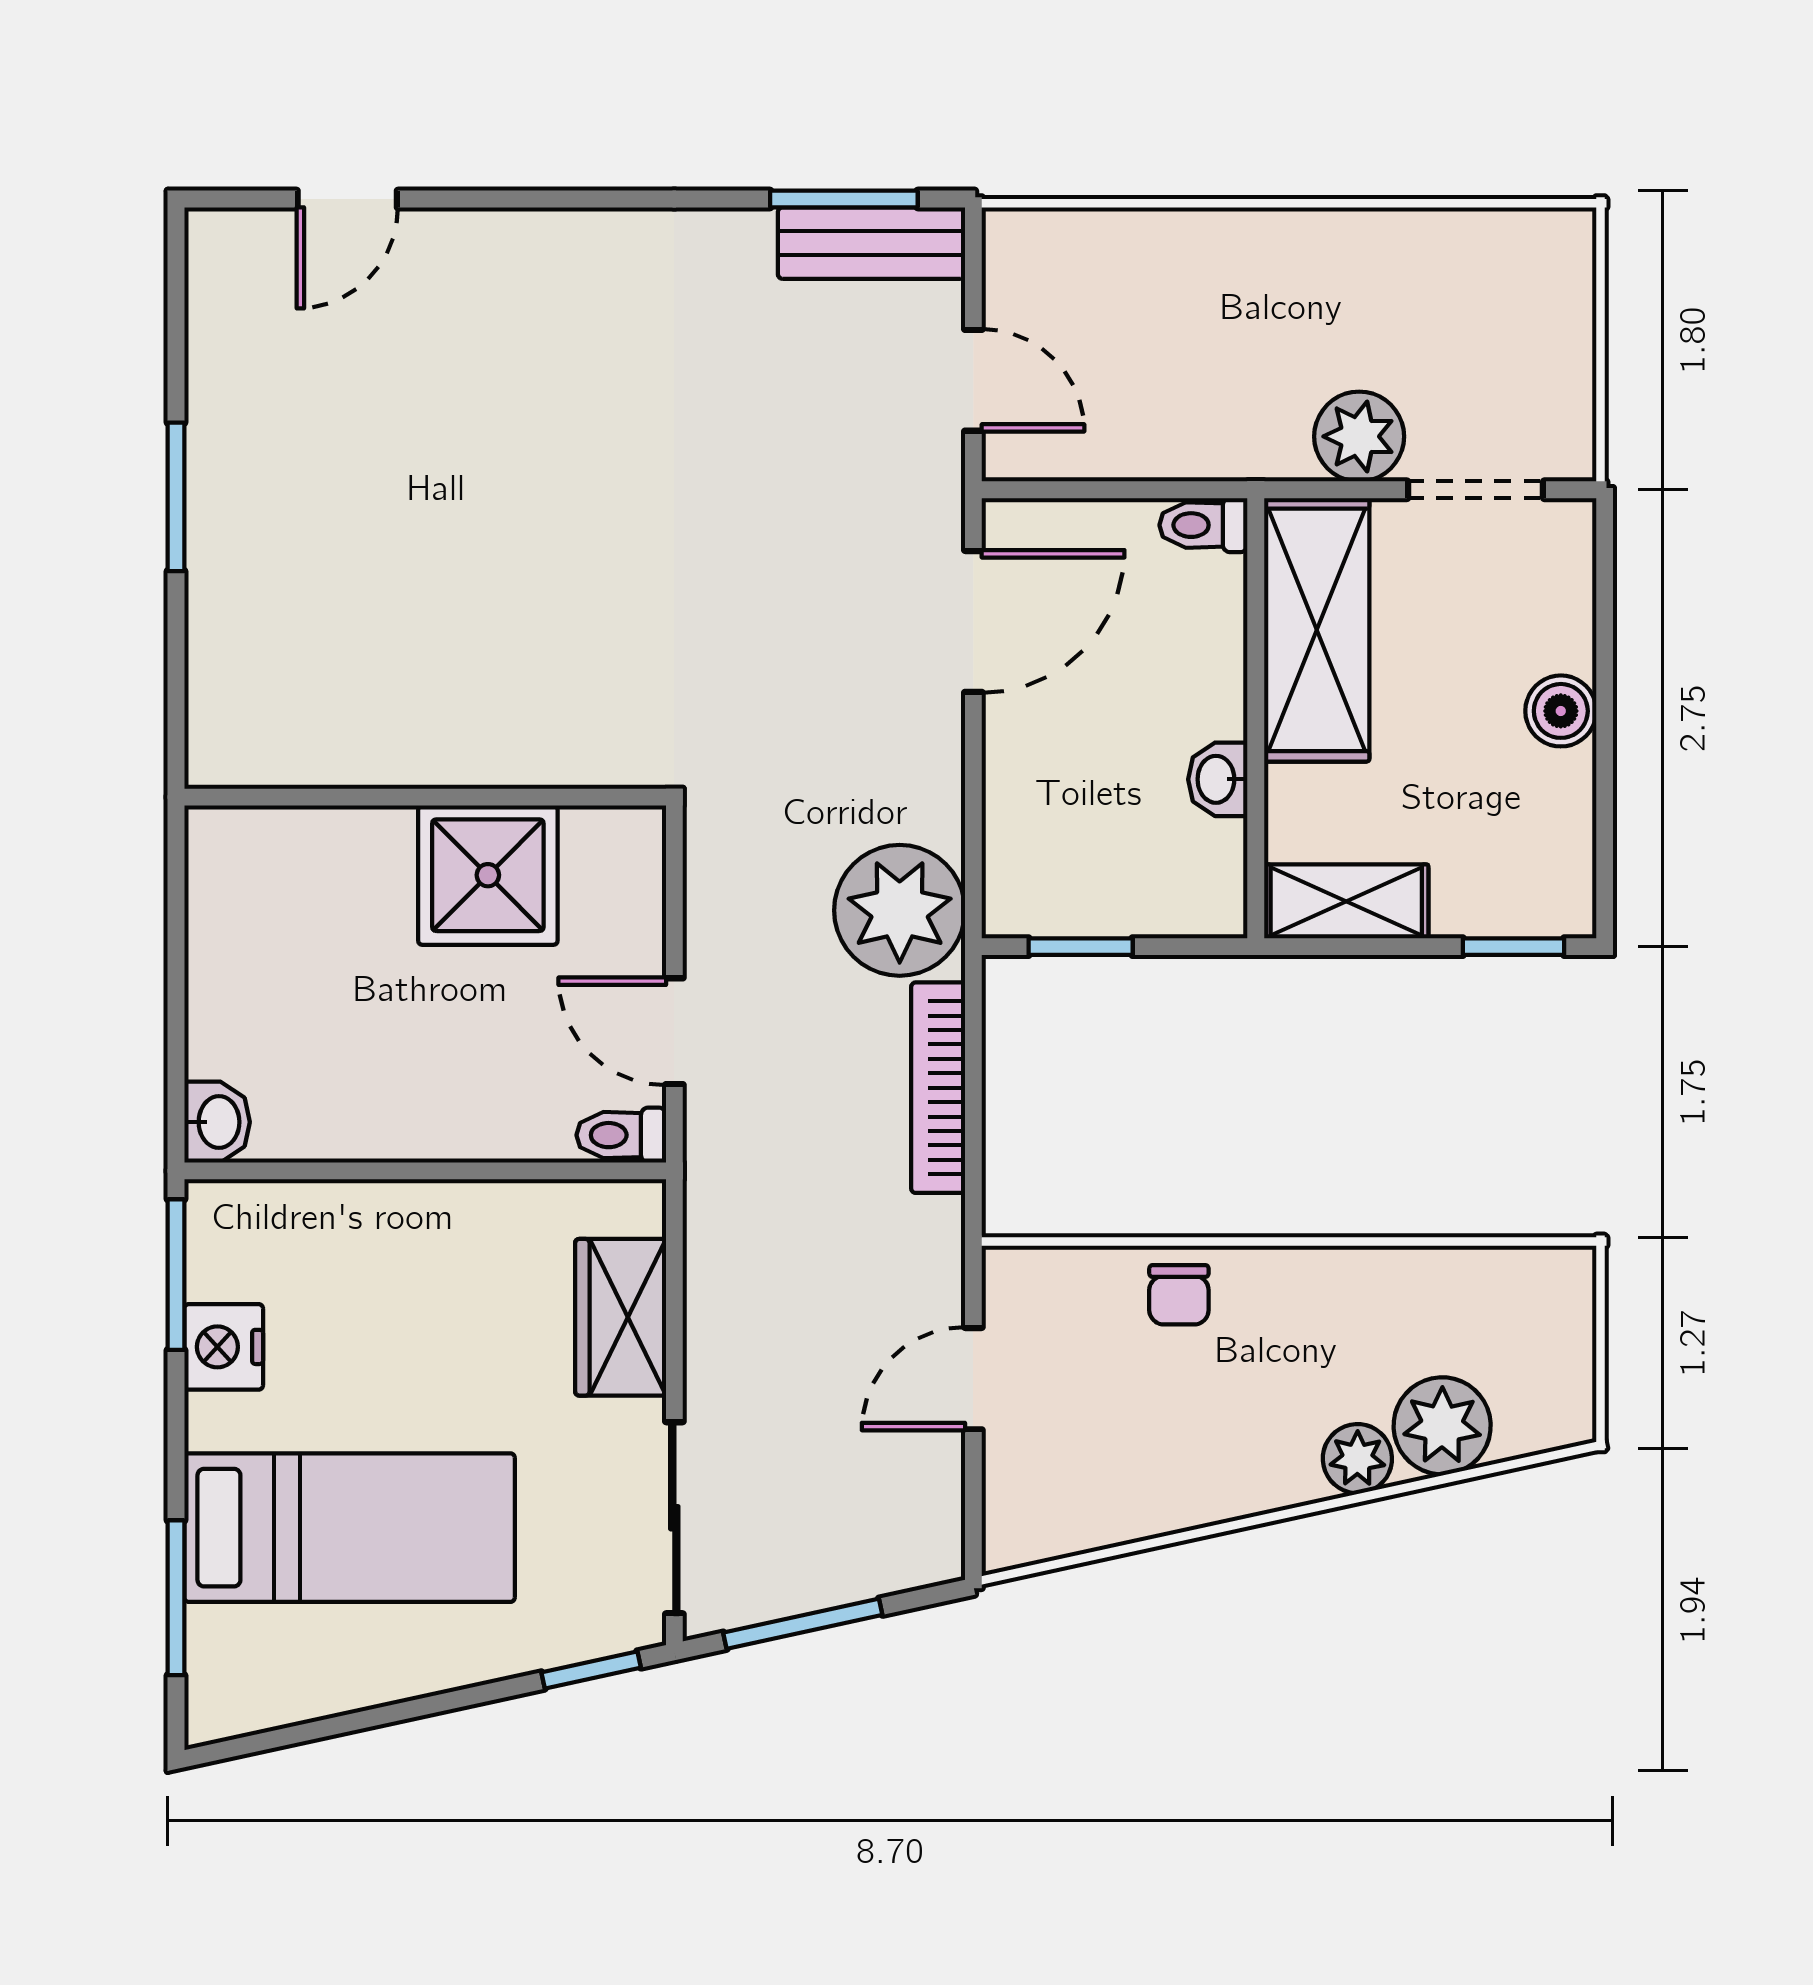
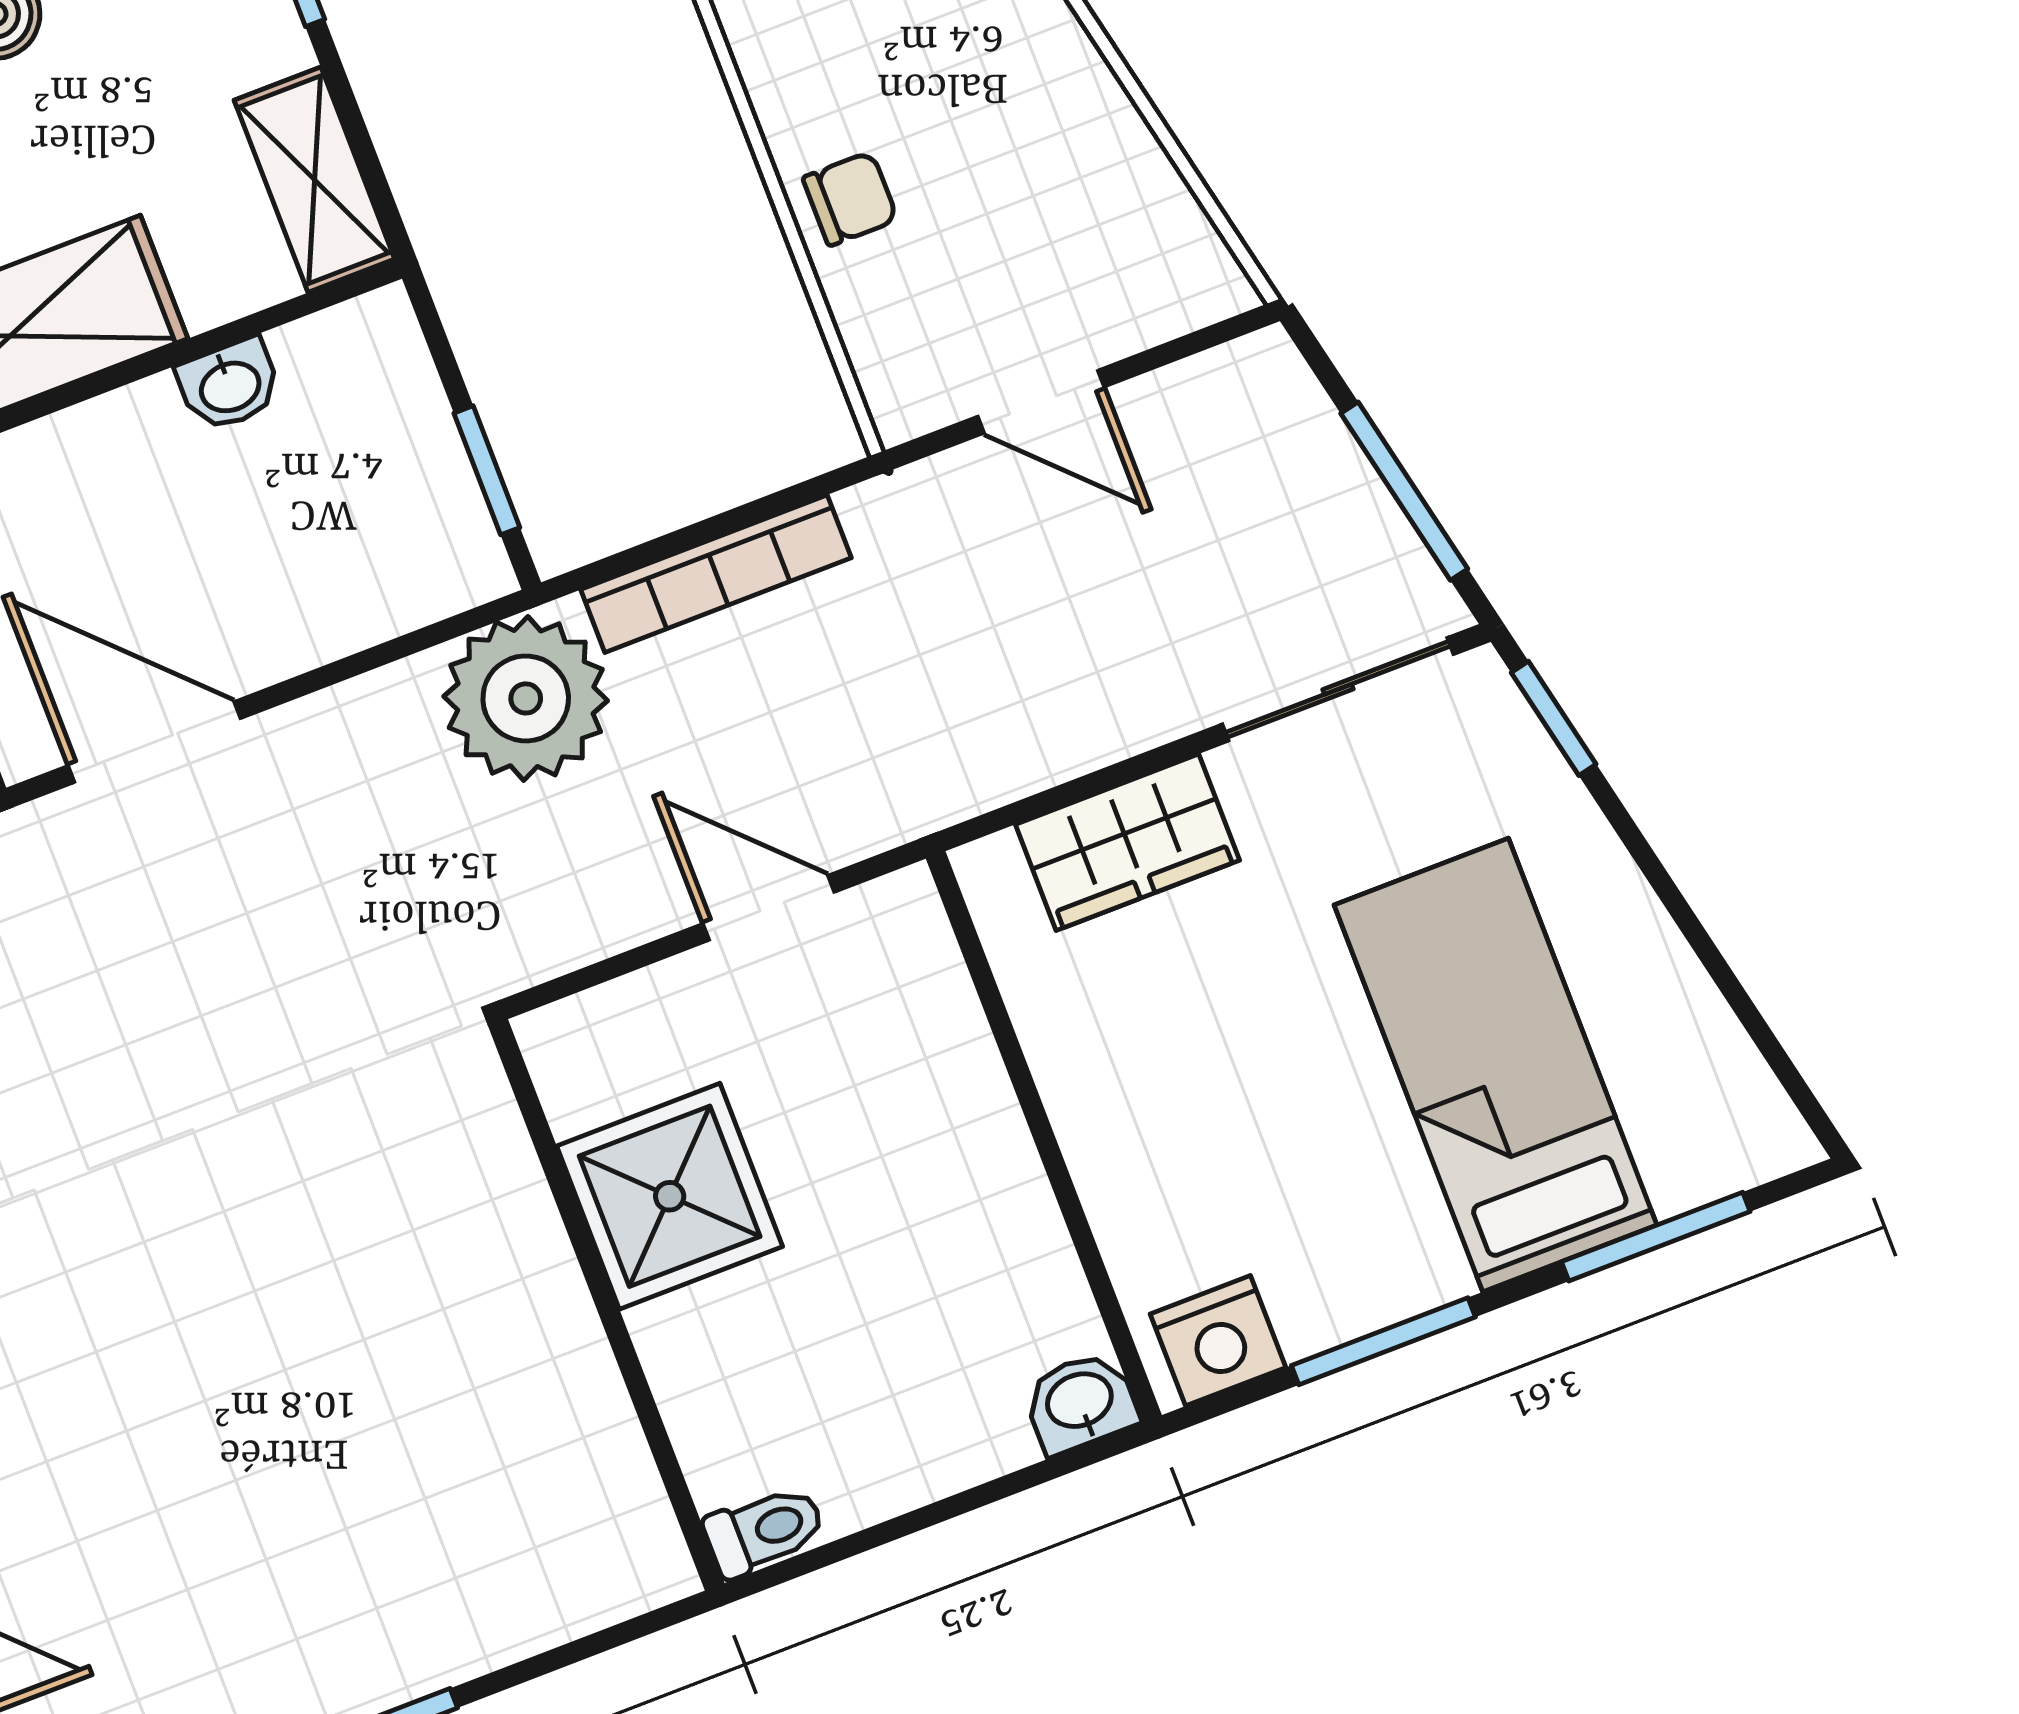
door: (674, 1031) -> (769, 908), swing flipped
toilet: (621, 1135) -> (764, 1531), moved, turned -90
window: (176, 1275) -> (1383, 1341), moved
nightstand: (224, 1347) -> (1218, 1341), moved

